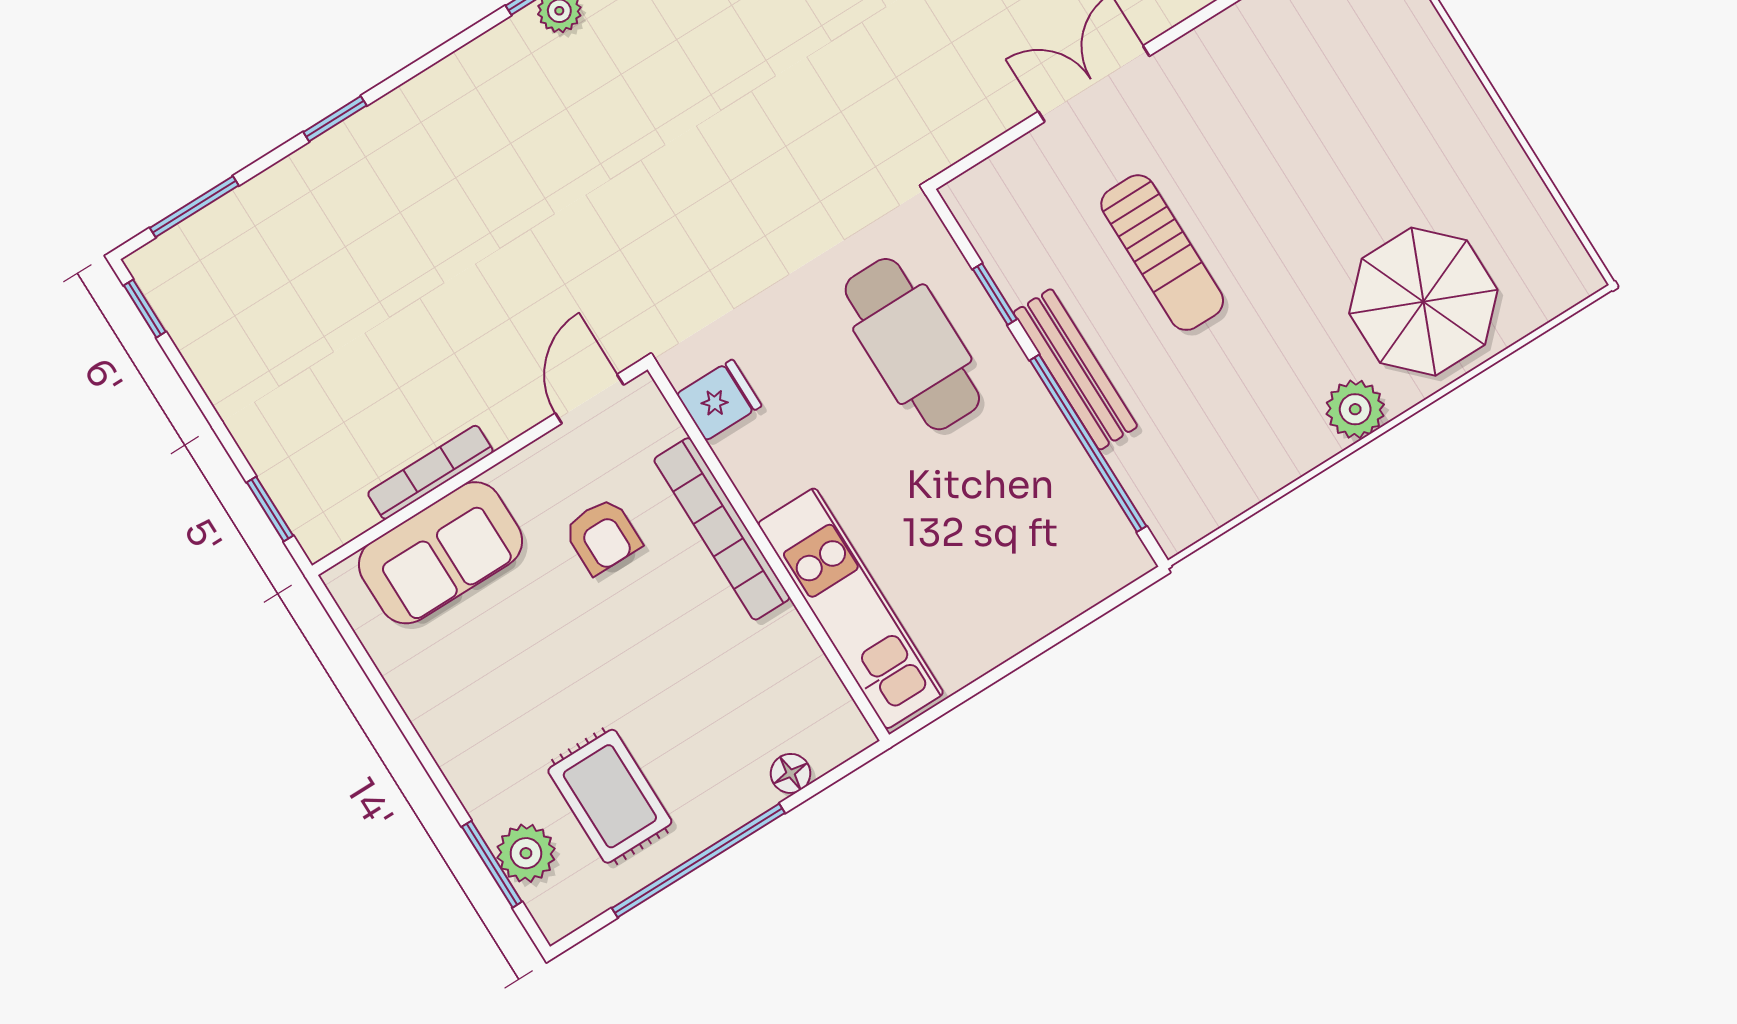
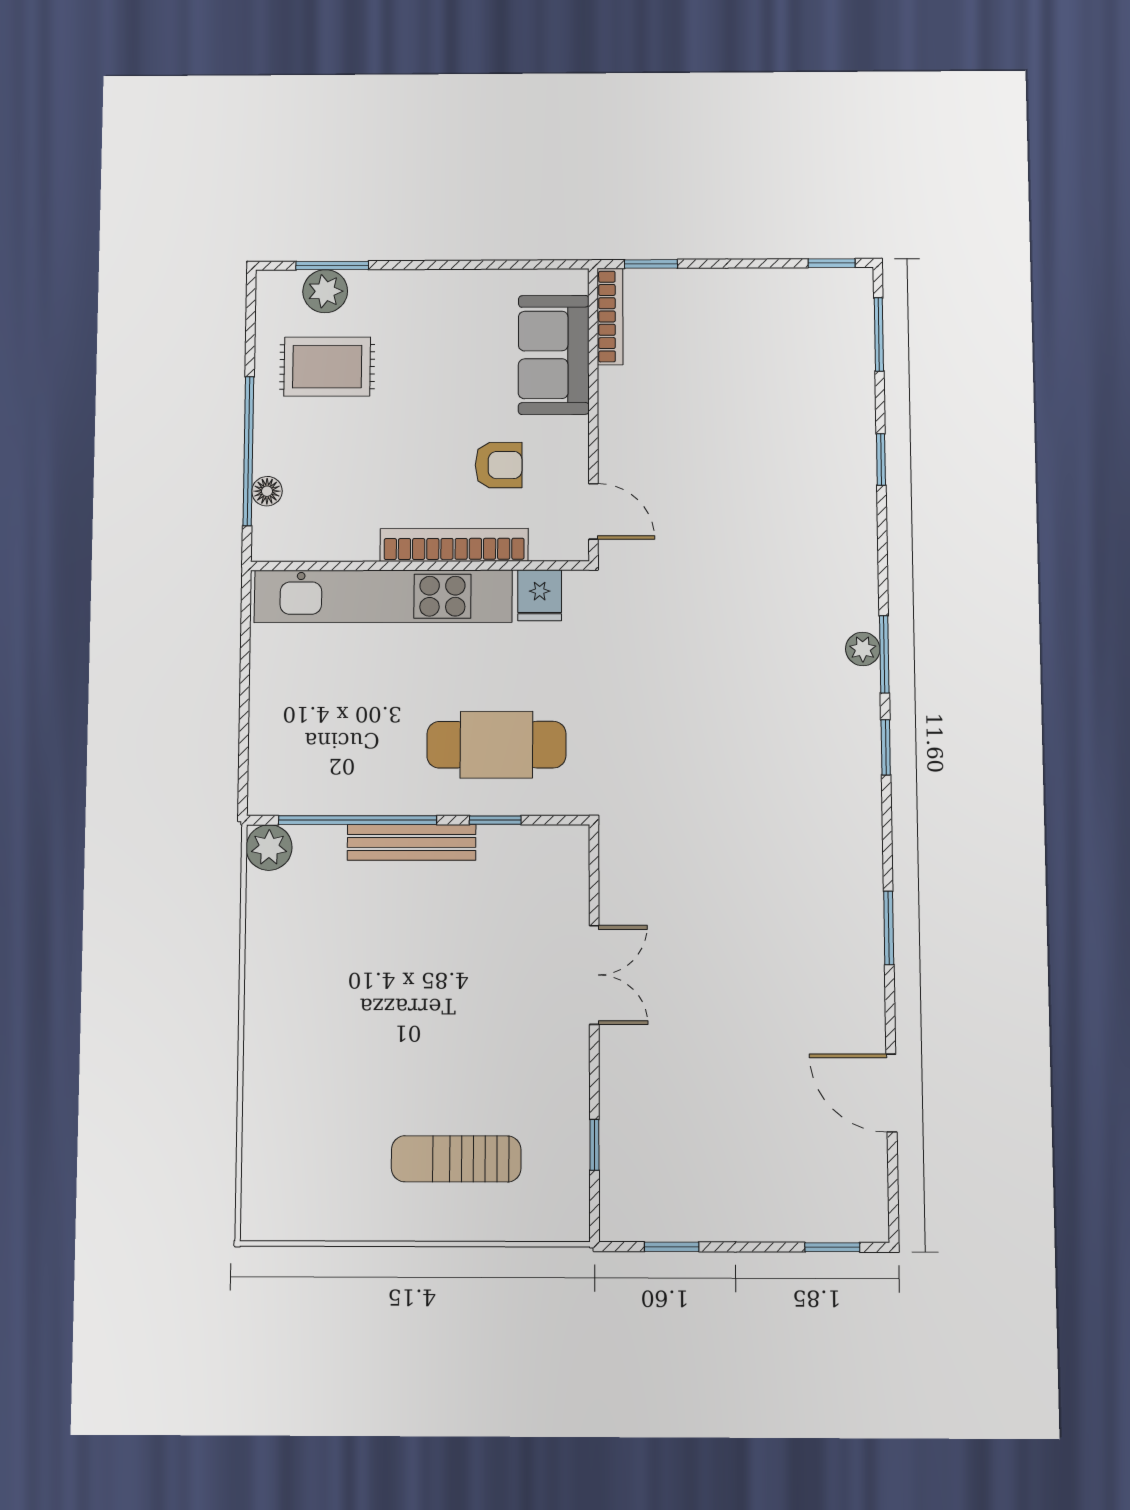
sun lounger: (1162, 253) -> (456, 1159), moved
parasol: (1423, 302) -> (309, 1106), removed
plant: (1355, 409) -> (269, 847), moved
bookcase: (430, 472) -> (610, 316), moved
armchair: (603, 536) -> (499, 465), turned 180
kitchen unit: (851, 608) -> (383, 596), width x1.36
window: (698, 861) -> (248, 451), moved

